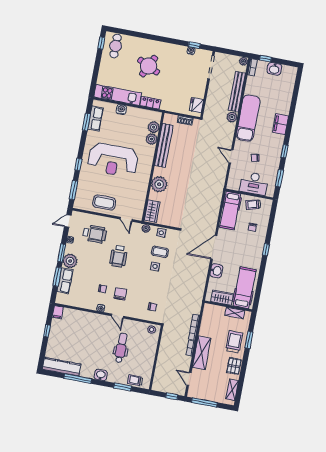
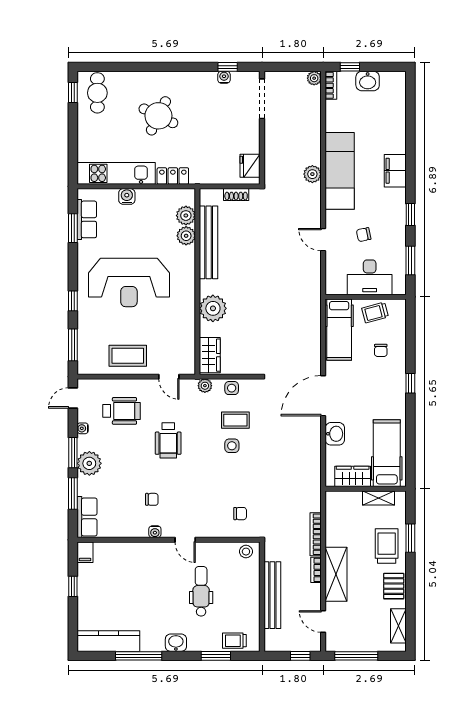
bench: (237, 92) -> (272, 595), moved
row of seats: (65, 281) -> (87, 517), moved
chair: (120, 294) -> (183, 502), removed

